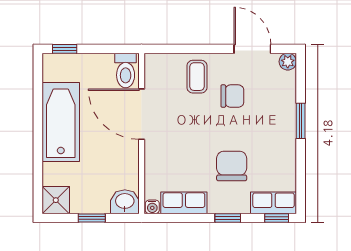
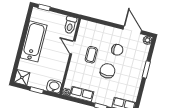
coffee table: (197, 77) -> (91, 55), moved
door: (142, 114) -> (72, 47), width x0.53
chair: (232, 166) -> (107, 71), moved

